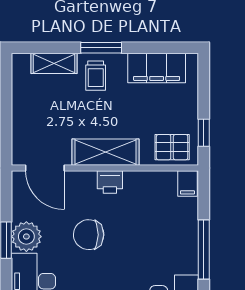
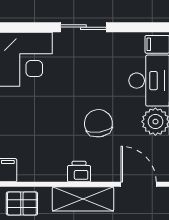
chair: (89, 235) -> (98, 123), turned -99

